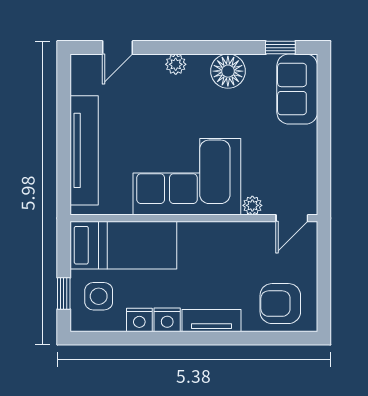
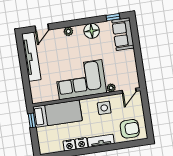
tv unit: (84, 150) -> (31, 57), moved
window: (64, 293) -> (32, 120), moved
side table: (99, 296) -> (104, 108), moved
armchair: (280, 304) -> (130, 129), turned 180

